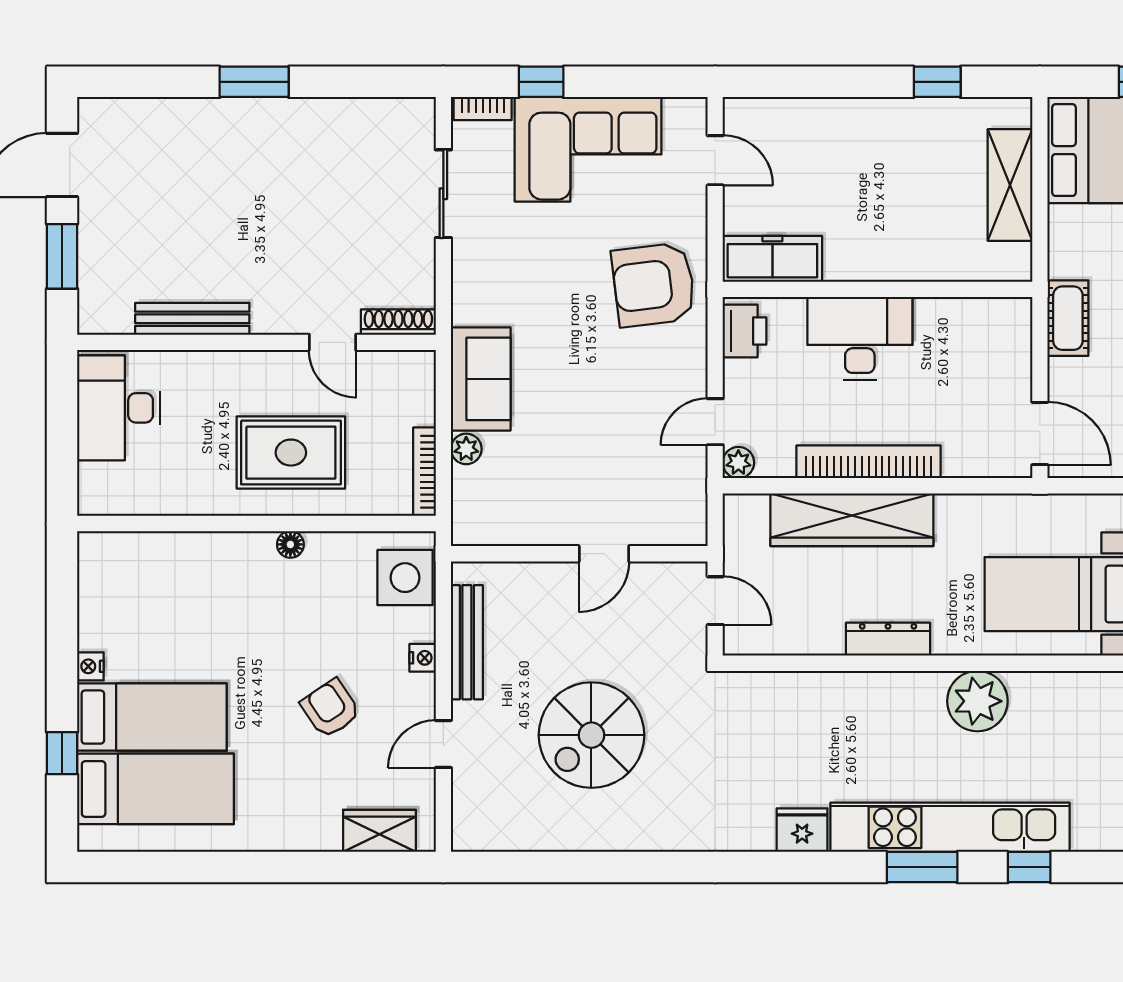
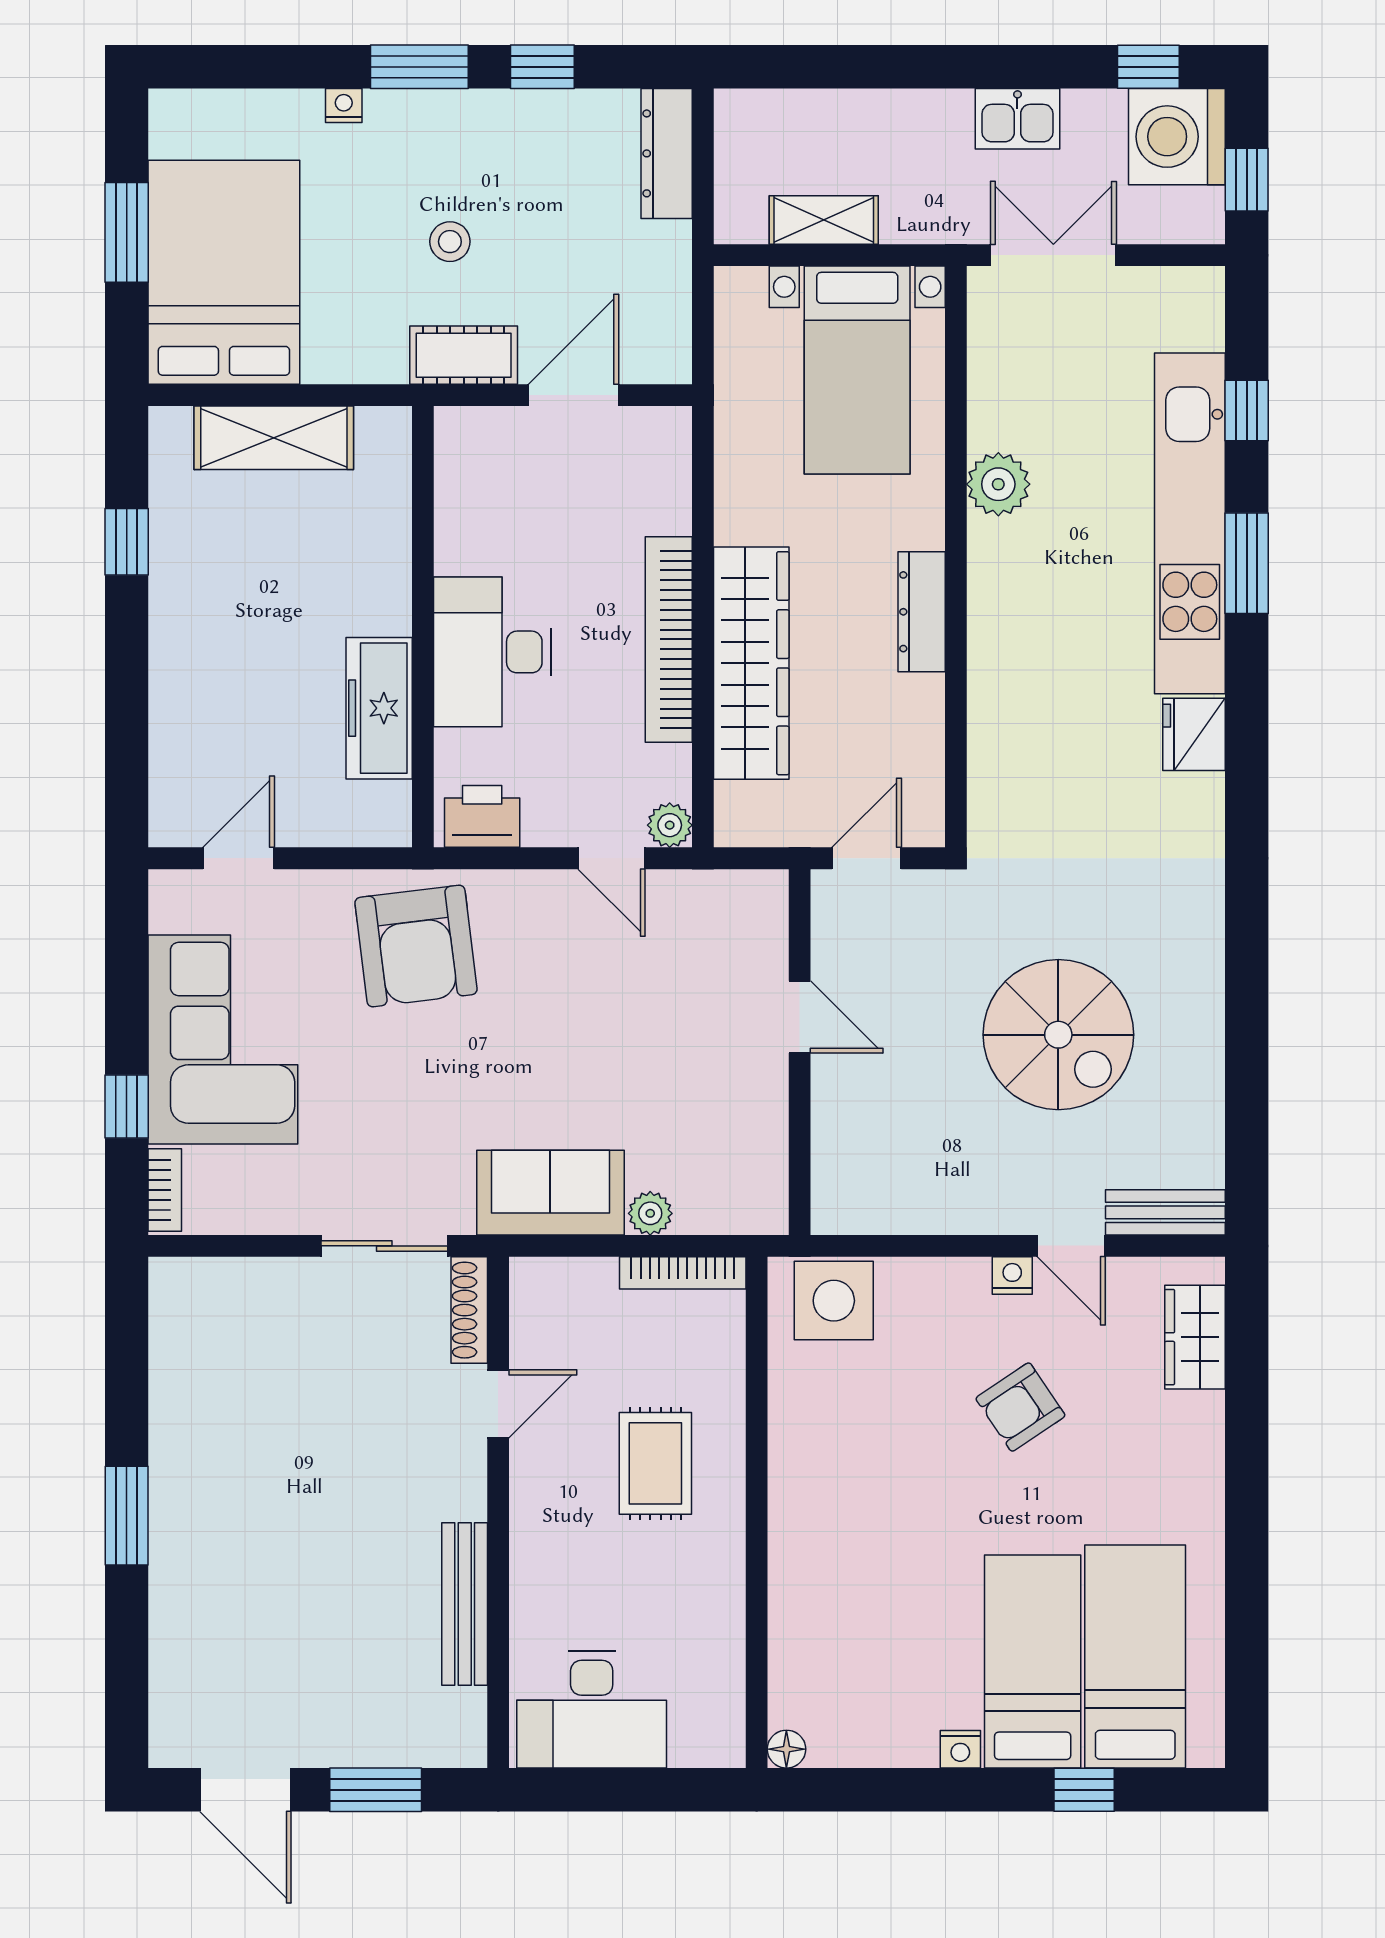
sliding door: (443, 194) -> (384, 1246), moved
freezer: (772, 259) -> (379, 708), moved
door: (1040, 434) -> (573, 395), moved
rug: (291, 453) -> (655, 1463), width x0.73, depth x0.70
floor lamp: (290, 544) -> (786, 1749), moved
bench: (467, 642) -> (1165, 1212), moved, width x0.73
nightstand: (423, 658) -> (1012, 1275), moved
plant: (977, 701) -> (998, 484), width x0.73, depth x0.73

